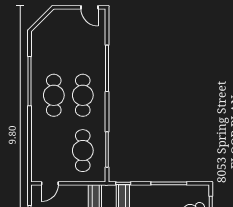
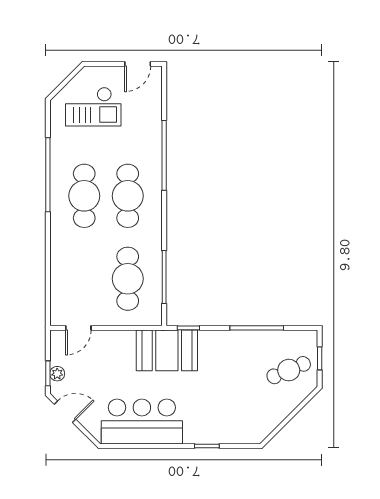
door: (89, 7) -> (138, 64), hinge flipped
checkout: (60, 36) -> (93, 107), added

